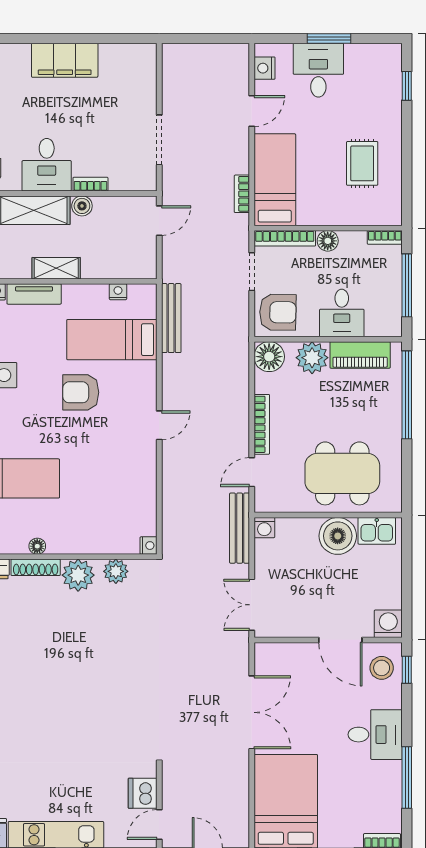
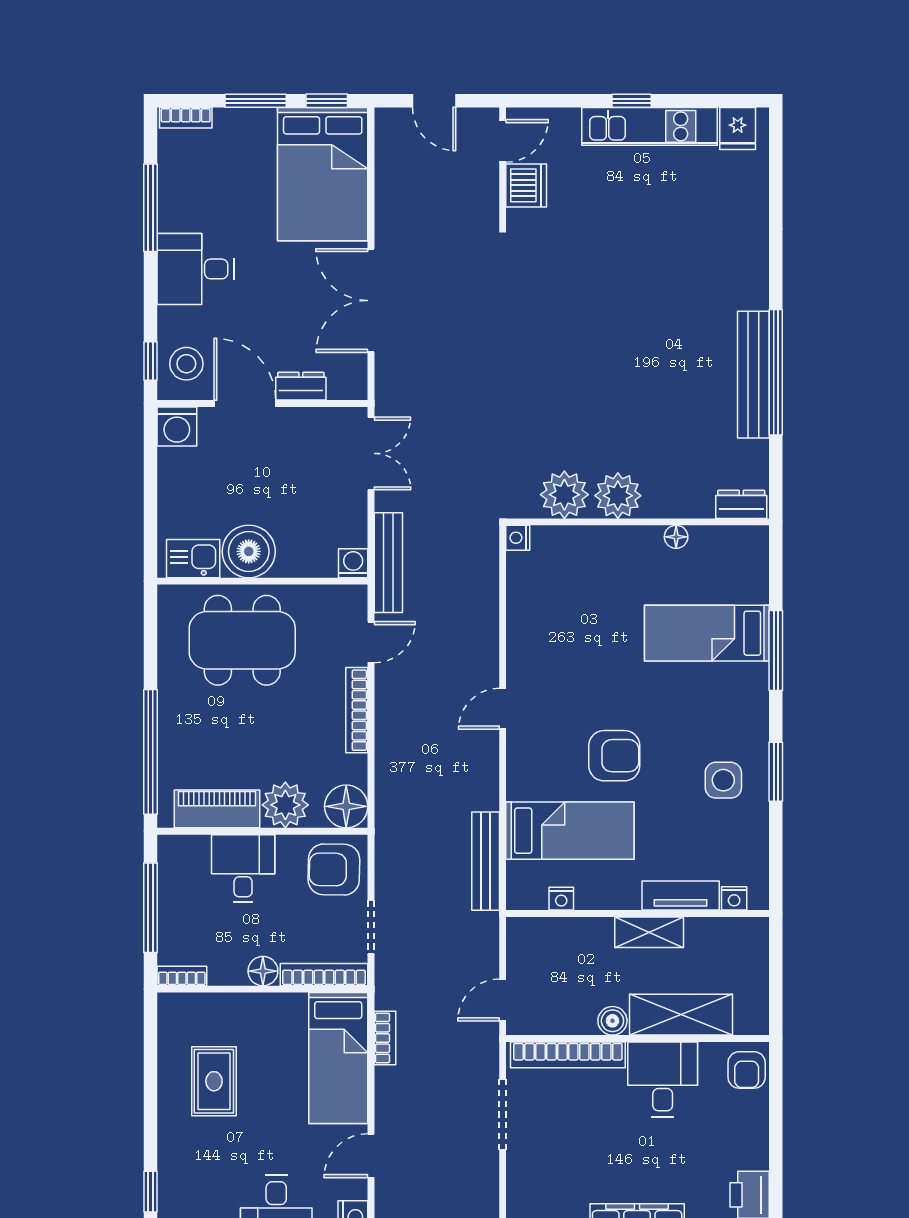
bookcase: (90, 184) -> (568, 1055), width x2.31, depth x1.31
shoe rack: (36, 567) -> (678, 507), removed
plant: (116, 571) -> (564, 495), width x1.36, depth x1.36
dresser: (301, 652) -> (301, 386), added

